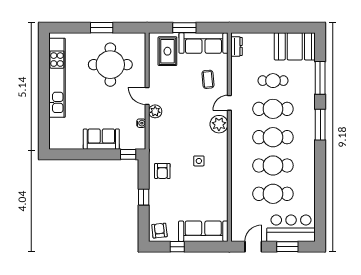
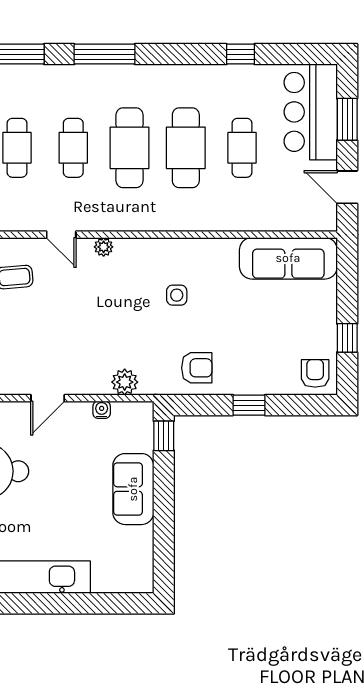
cafe table: (273, 109) -> (73, 148), width x0.73, depth x0.74
plant: (155, 111) -> (125, 382), moved
plant: (219, 124) -> (104, 247), width x0.53, depth x0.53
window: (320, 193) -> (240, 54), added
cafe table: (273, 194) -> (242, 148), width x0.73, depth x0.74
armchair: (159, 231) -> (315, 373), turned 96
sofa: (203, 231) -> (288, 258), moved, turned -90

